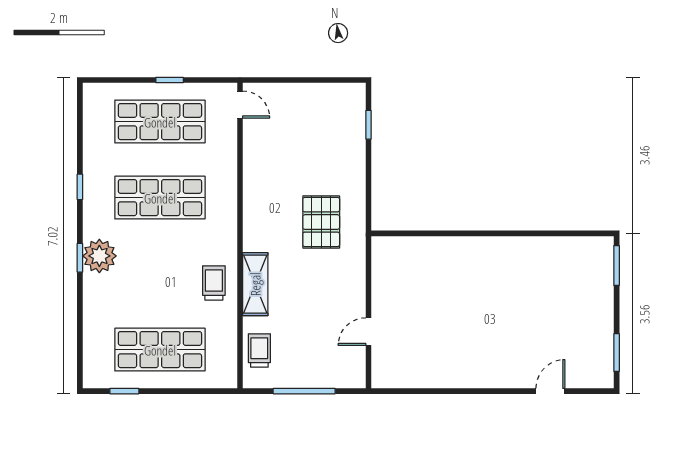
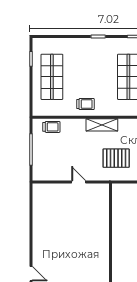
plant: (99, 256) -> (99, 46), removed
shelving: (255, 284) -> (102, 125), moved
door: (369, 332) -> (79, 182), moved

